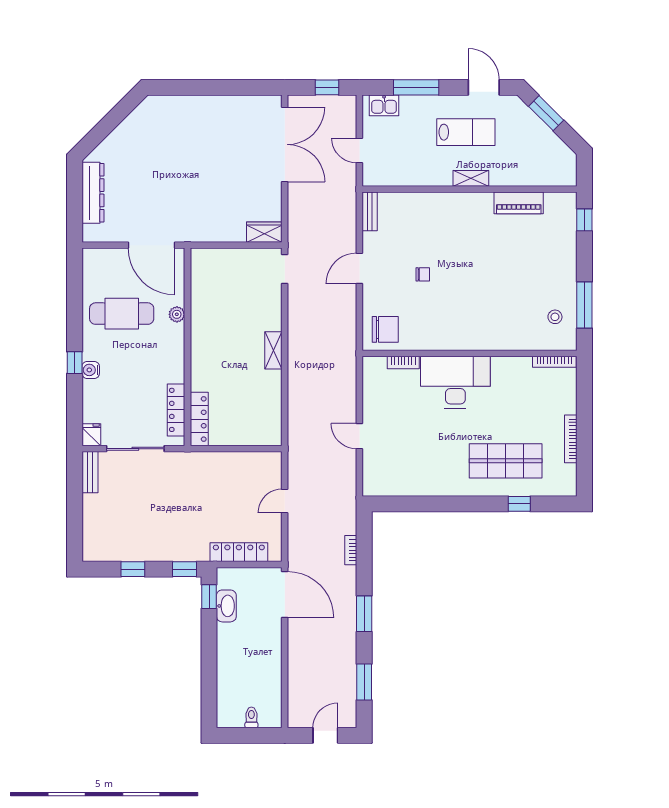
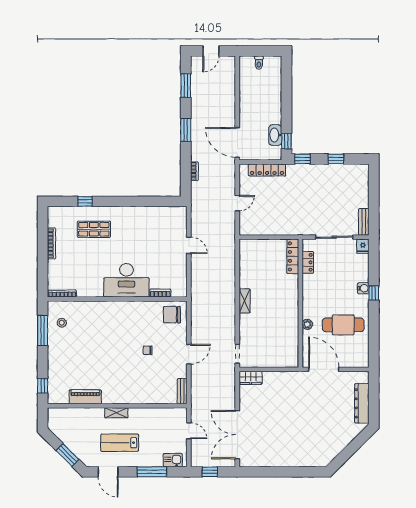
locker: (176, 410) -> (308, 262), width x0.66
shop shelf: (506, 461) -> (94, 229), width x0.70, depth x0.74

